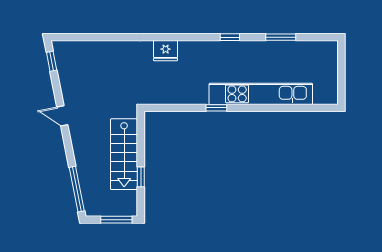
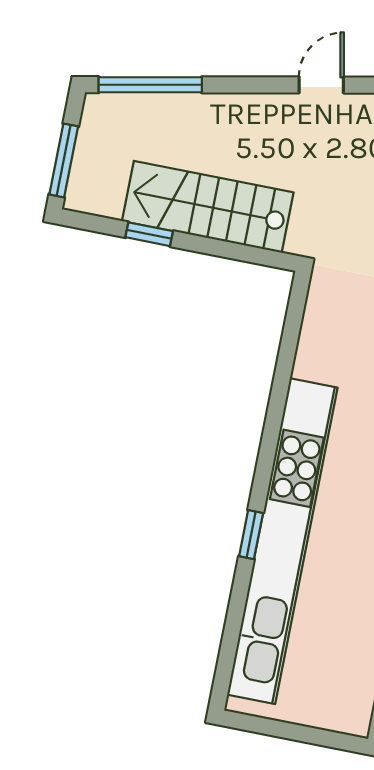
kitchen unit: (261, 94) -> (282, 541), width x1.36
window: (216, 108) -> (251, 535), moved

